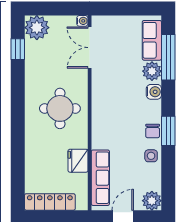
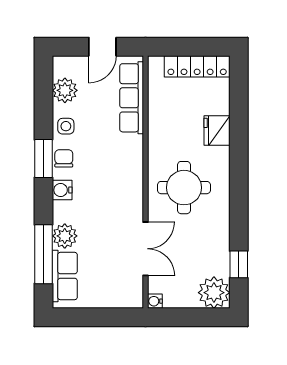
double door: (90, 48) -> (146, 249), moved
water cooler: (154, 92) -> (62, 190), moved
fridge: (78, 161) -> (217, 131), moved, turned 180
plant: (152, 201) -> (65, 90), moved

